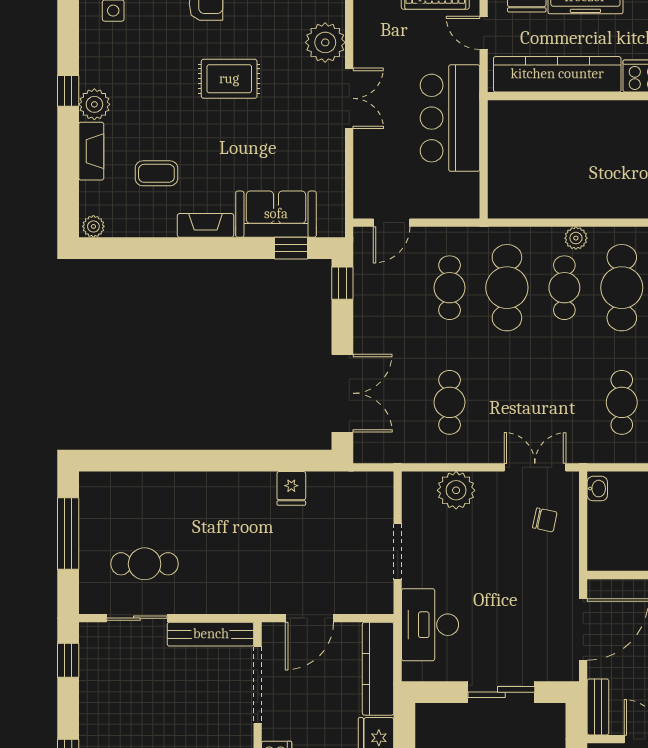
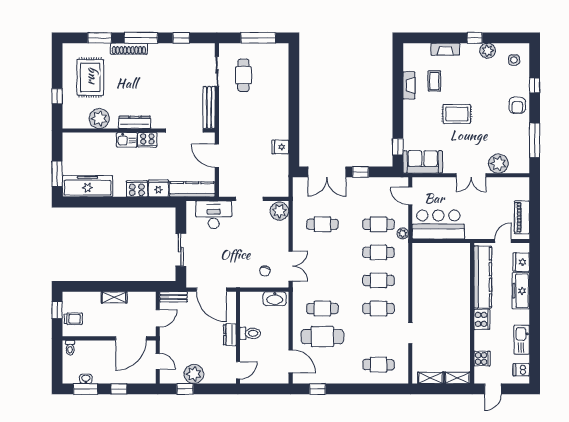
rug: (229, 79) -> (457, 114), moved, turned 90
plant: (94, 104) -> (488, 51), moved
bar counter: (450, 118) -> (438, 225), moved
sofa: (276, 214) -> (423, 162), moved, turned -90
fireplace: (206, 225) -> (409, 85), moved
plant: (93, 226) -> (408, 50), removed
plant: (576, 238) -> (403, 233), moved
window: (342, 283) -> (360, 172), moved
cafe table: (507, 288) -> (378, 252), width x0.73, depth x0.74
cafe table: (622, 288) -> (378, 309), width x0.73, depth x0.74
washbasin: (597, 489) -> (275, 299), width x1.91, depth x1.45
plant: (456, 490) -> (279, 211), moved
window: (68, 660) -> (181, 38), moved

